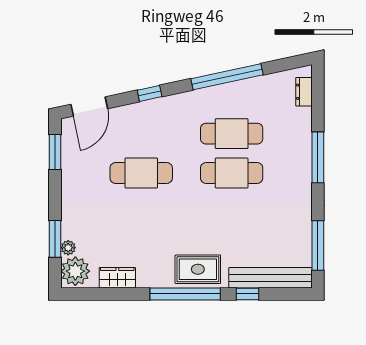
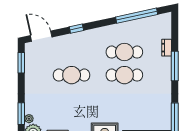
window: (227, 77) -> (137, 16), moved
dresser: (304, 92) -> (167, 48), moved
door: (89, 106) -> (41, 36), swing flipped

